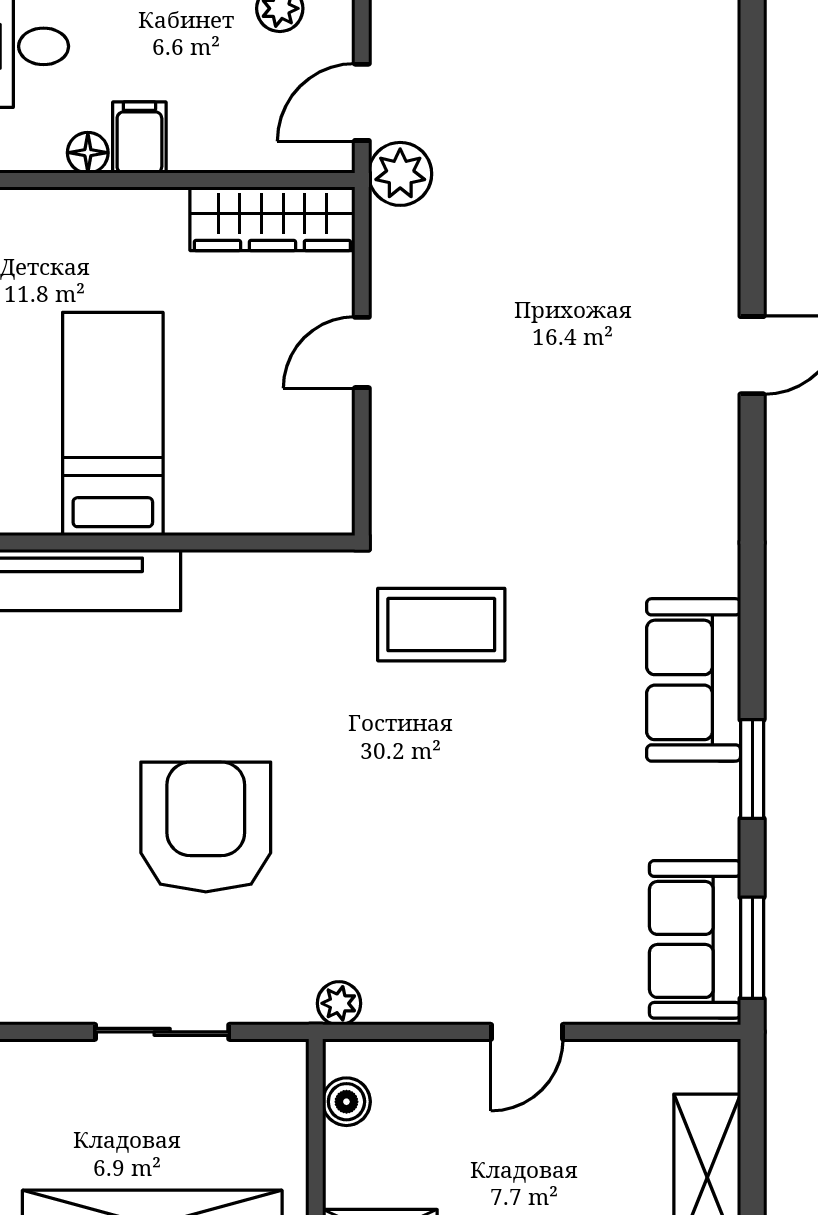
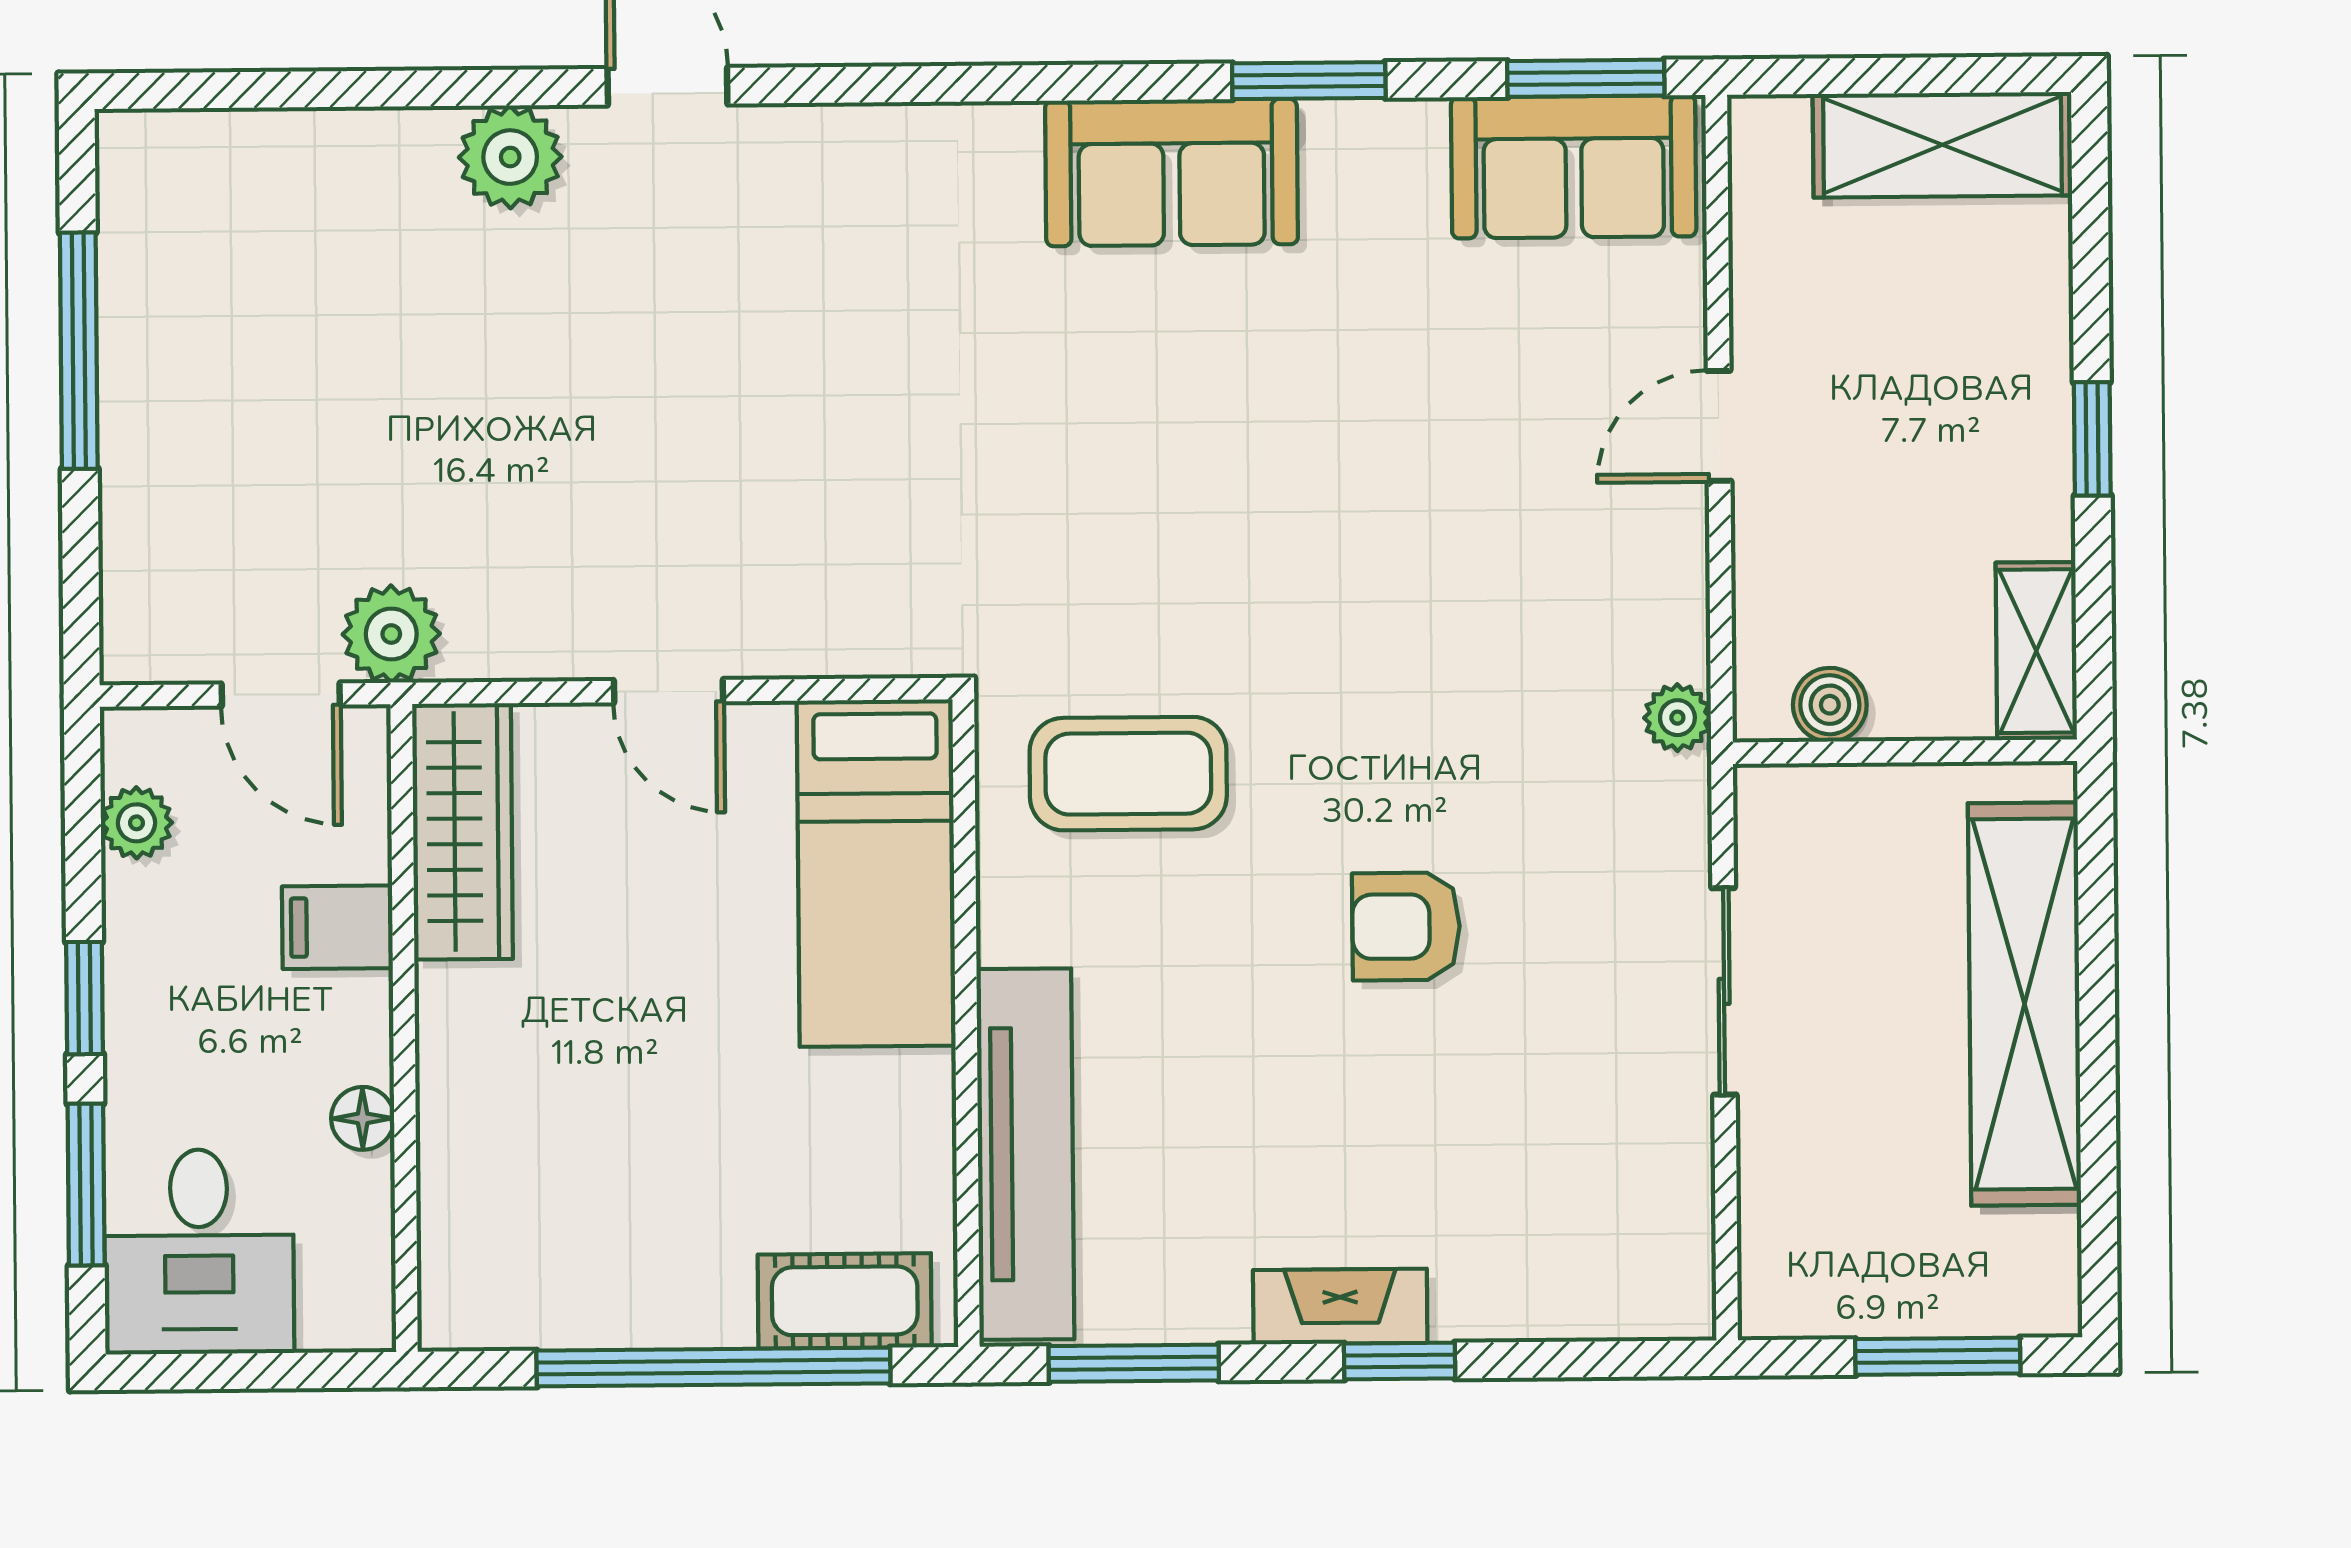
filing cabinet: (139, 137) -> (337, 927), moved
plant: (707, 253) -> (510, 157), added
bed: (113, 424) -> (876, 873), moved, turned -90
coffee table: (441, 625) -> (1128, 774), moved, turned 90
armchair: (206, 827) -> (1406, 926), width x0.53, depth x0.53
door: (527, 1032) -> (1719, 426), swing flipped

